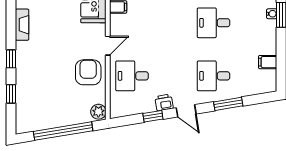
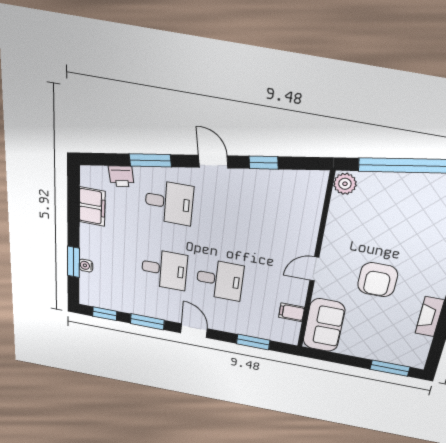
filing cabinet: (268, 62) -> (92, 207), width x2.00
armchair: (88, 72) -> (378, 280), moved
desk: (132, 76) -> (220, 280), moved
printer: (164, 102) -> (121, 176), moved

